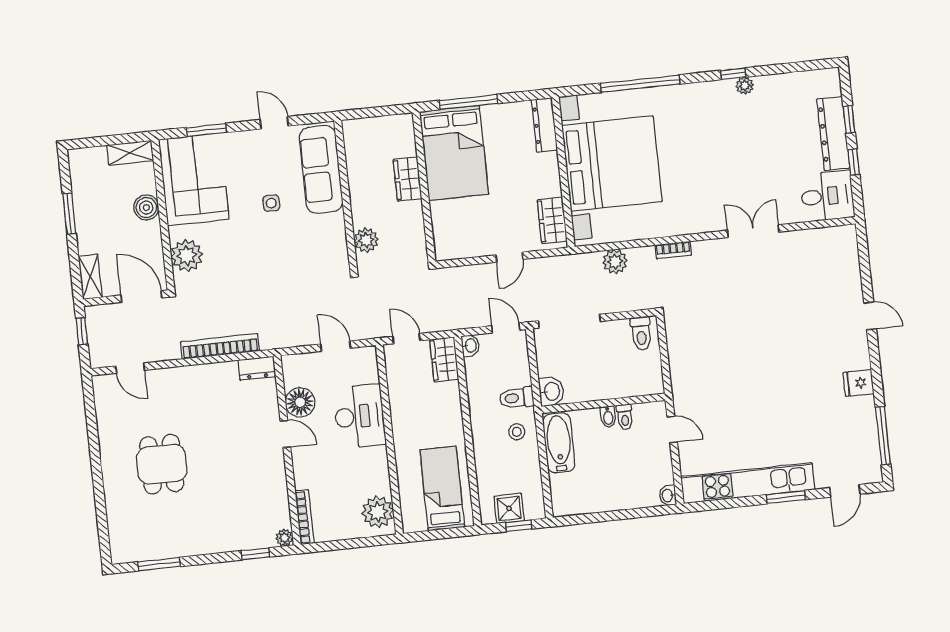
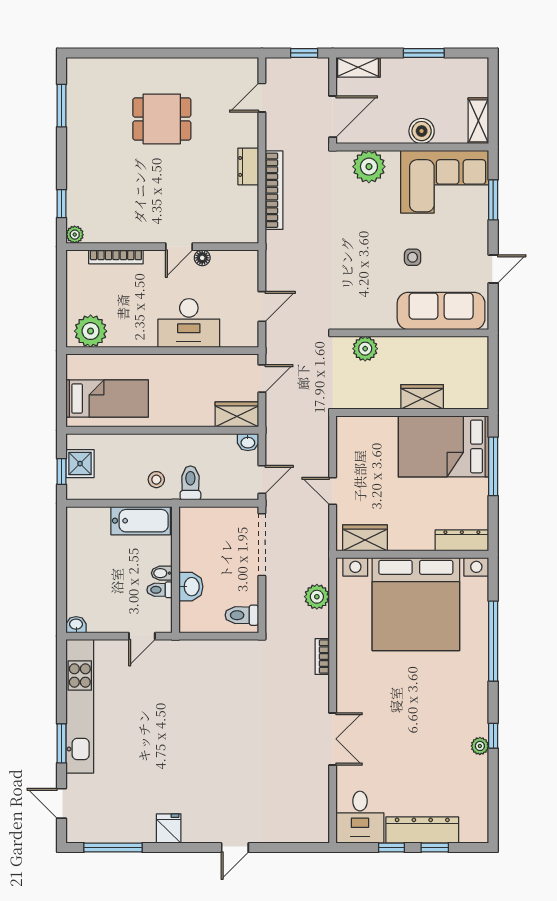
dresser: (257, 368) -> (248, 166), moved
washbasin: (551, 391) -> (191, 587), moved, turned -90
floor lamp: (300, 402) -> (202, 258), width x0.53, depth x0.53
bookcase: (304, 517) -> (116, 257), moved

